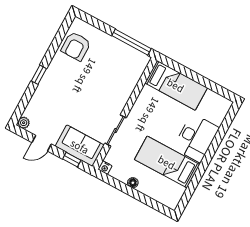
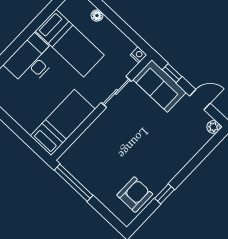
window: (39, 75) -> (165, 194), moved
bed: (176, 85) -> (63, 122), moved, turned 90
floor lamp: (133, 183) -> (97, 16), moved

